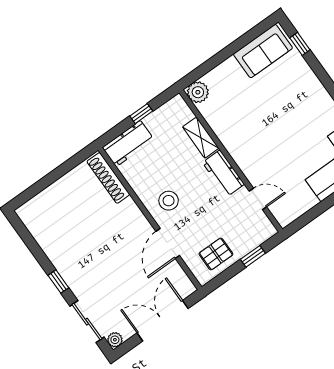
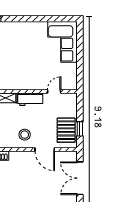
pallet: (216, 254) -> (66, 130), width x1.50, depth x1.42
window: (253, 256) -> (80, 129), moved

